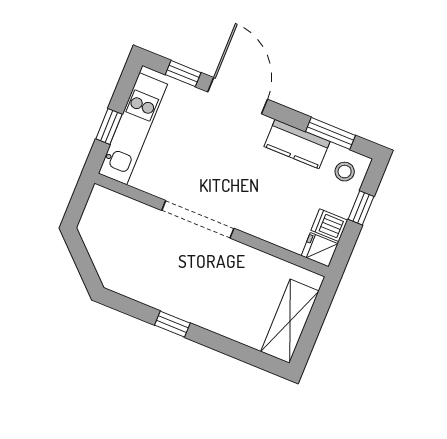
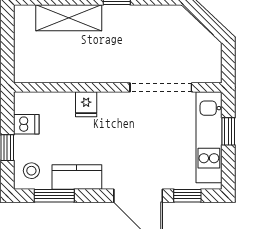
doorway: (198, 219) -> (161, 87), moved
fridge: (320, 250) -> (86, 104), moved, turned 90
shelving: (290, 321) -> (69, 18), moved, turned 90

